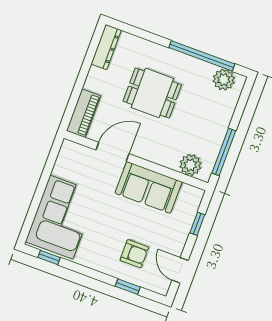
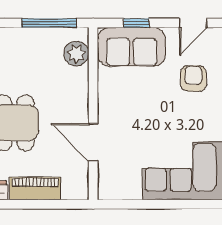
piano: (83, 113) -> (35, 188), moved
sofa: (148, 187) -> (132, 47), moved, turned 90

